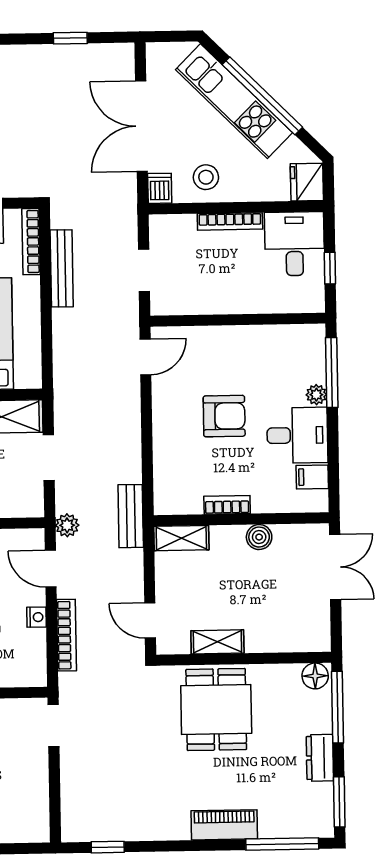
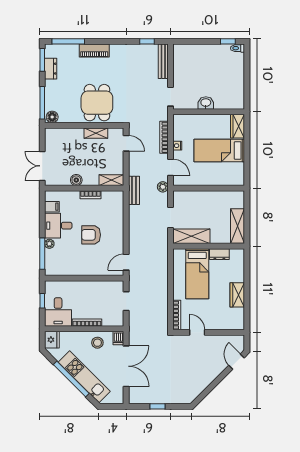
bench: (62, 268) -> (163, 61), moved
dresser: (320, 758) -> (51, 69), moved

